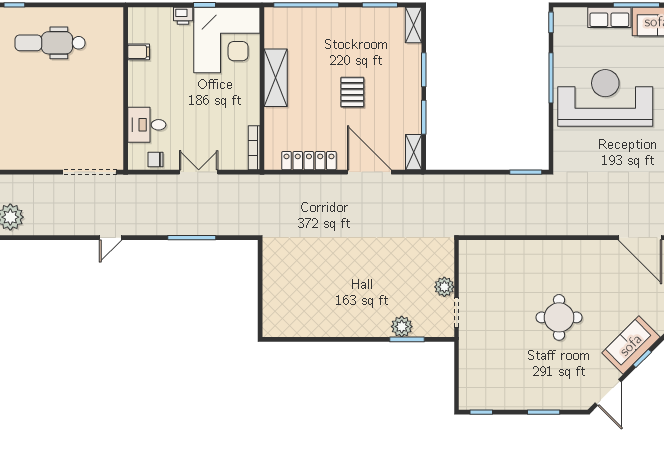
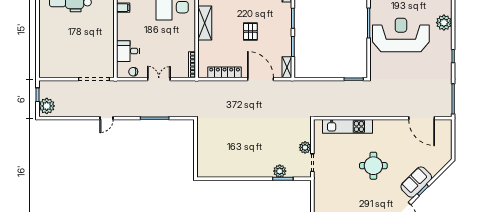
kitchen unit: (515, 252) -> (347, 126), added

